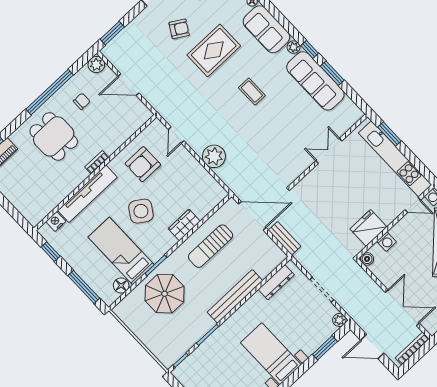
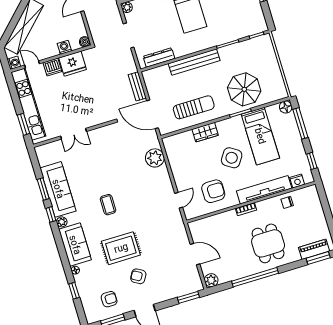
chair: (82, 101) -> (287, 202), moved
plant: (214, 156) -> (155, 158), moved
dishwasher: (389, 213) -> (52, 67), added
floor lamp: (121, 285) -> (286, 107), moved

